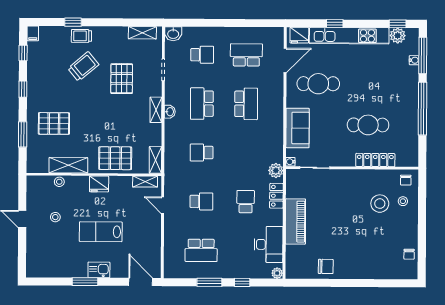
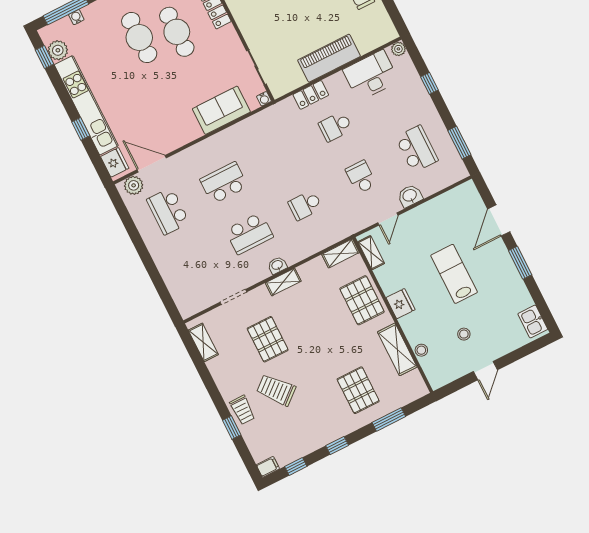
washbasin: (173, 34) -> (410, 196), moved, turned -90
school desk: (202, 55) -> (193, 262), removed
pallet: (122, 79) -> (268, 339), turned 90
cafe table: (318, 84) -> (139, 38), moved
school desk: (202, 153) -> (305, 205), turned 90
plant: (276, 170) -> (134, 185), moved
lab bench: (101, 232) -> (454, 274), turned 180
kitchen sink: (99, 270) -> (533, 322), moved
door: (141, 282) -> (499, 220), moved
window: (209, 282) -> (459, 143), moved

